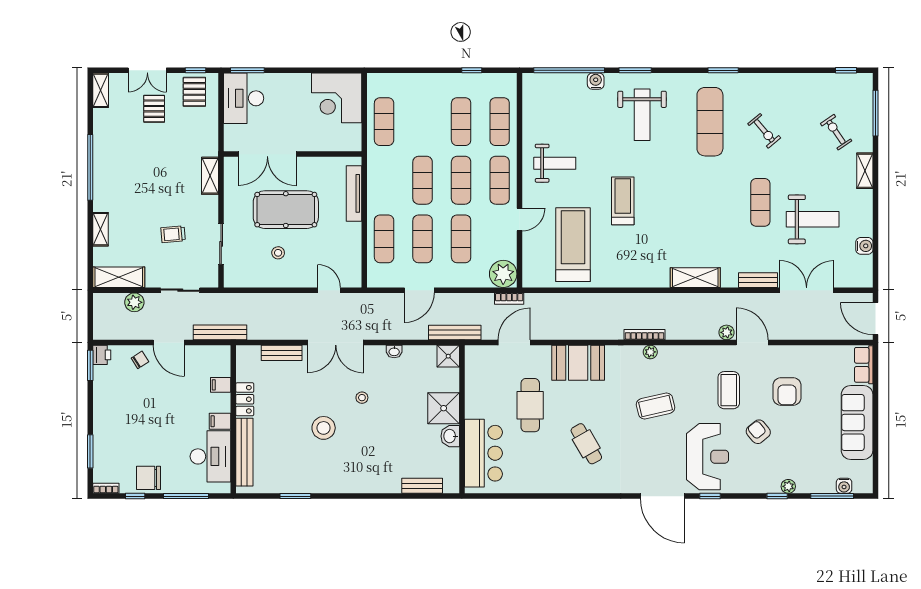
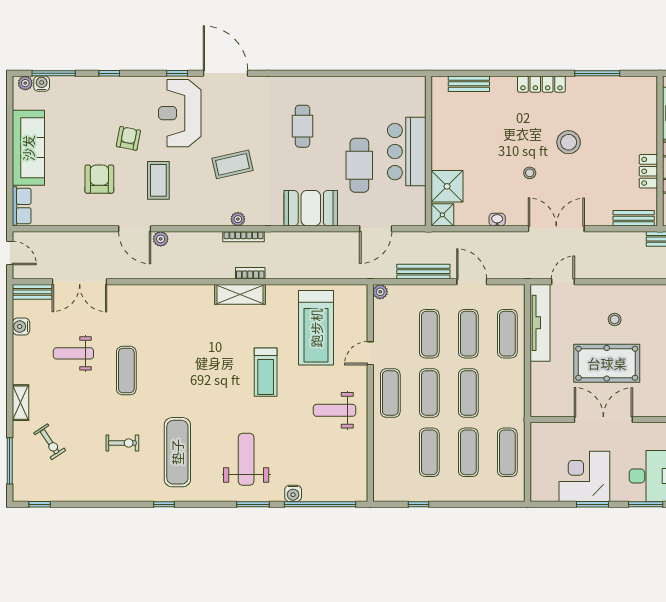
window: (300, 70) -> (592, 504), added
window: (723, 70) -> (164, 504), width x0.67
corner desk: (337, 98) -> (584, 476), moved, turned -90
exercise mat: (500, 122) -> (468, 452), moved
exercise bike: (764, 131) -> (122, 443), turned 130
double door: (267, 154) -> (603, 420), moved
tv unit: (354, 193) -> (540, 323), moved, width x1.36, depth x1.29
weight bench: (813, 219) -> (73, 353), width x0.73, depth x0.75
plant: (503, 274) -> (380, 292), width x0.53, depth x0.53
shelving: (695, 278) -> (240, 294), moved
bench: (758, 280) -> (32, 292), moved
door: (329, 290) -> (563, 282), swing flipped
door: (419, 290) -> (472, 282), hinge flipped
bookcase: (509, 299) -> (250, 273), moved
door: (875, 319) -> (10, 253), width x0.73
bench: (455, 333) -> (423, 272), moved
bench: (282, 353) -> (634, 218), moved
shower: (444, 408) -> (447, 186), moved
armchair: (758, 432) -> (128, 138), turned -130
washbasin: (450, 436) -> (440, 134), removed
cafe table: (586, 444) -> (303, 126), turned 30
bench: (244, 452) -> (649, 118), removed
bar counter: (483, 453) -> (407, 152), moved
locker: (350, 485) -> (541, 84), added
plant: (788, 486) -> (25, 83), moved
window: (295, 496) -> (597, 73), width x1.44

